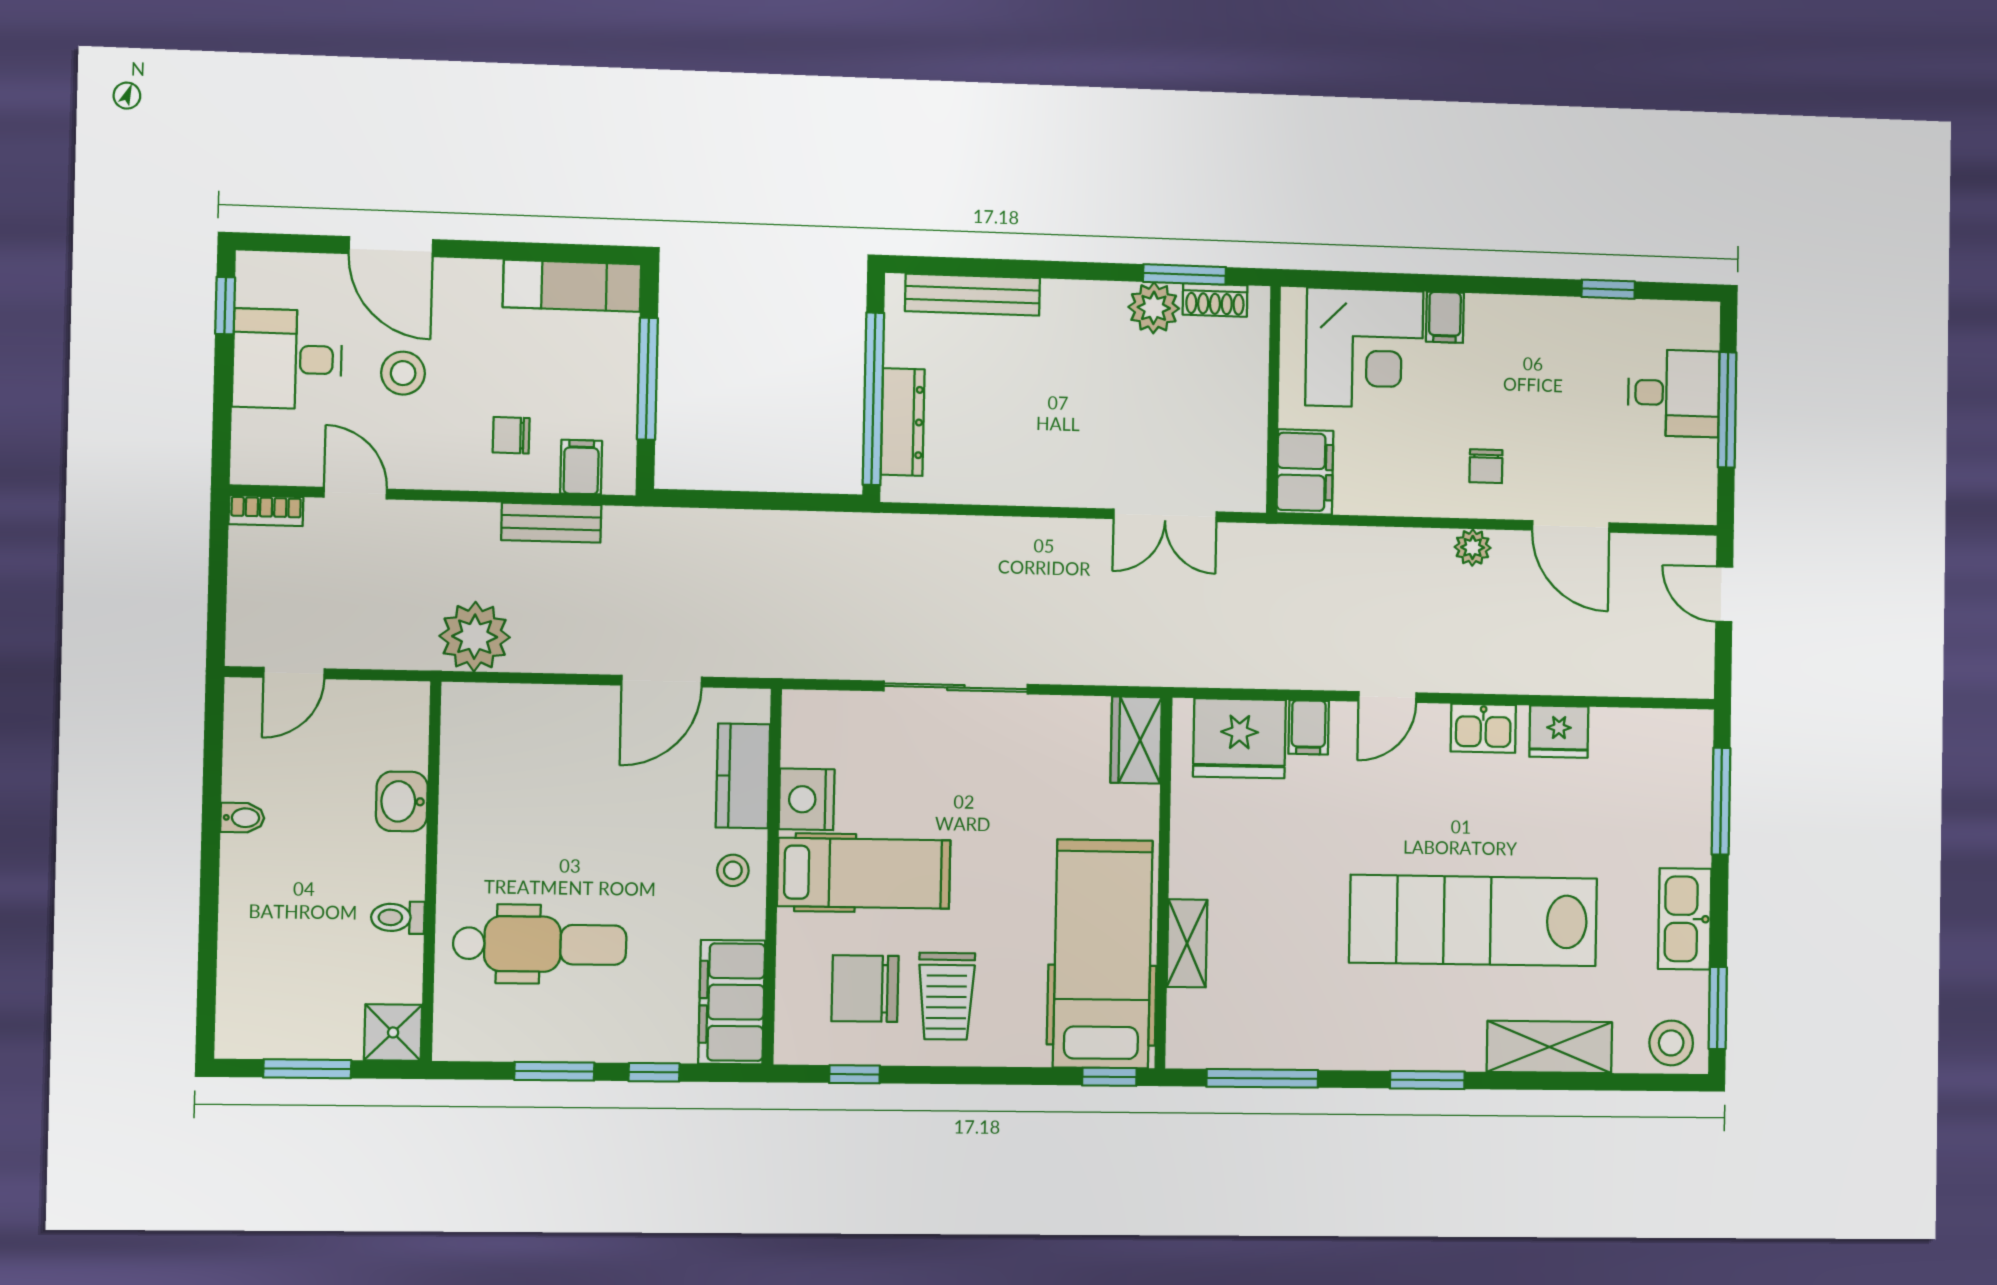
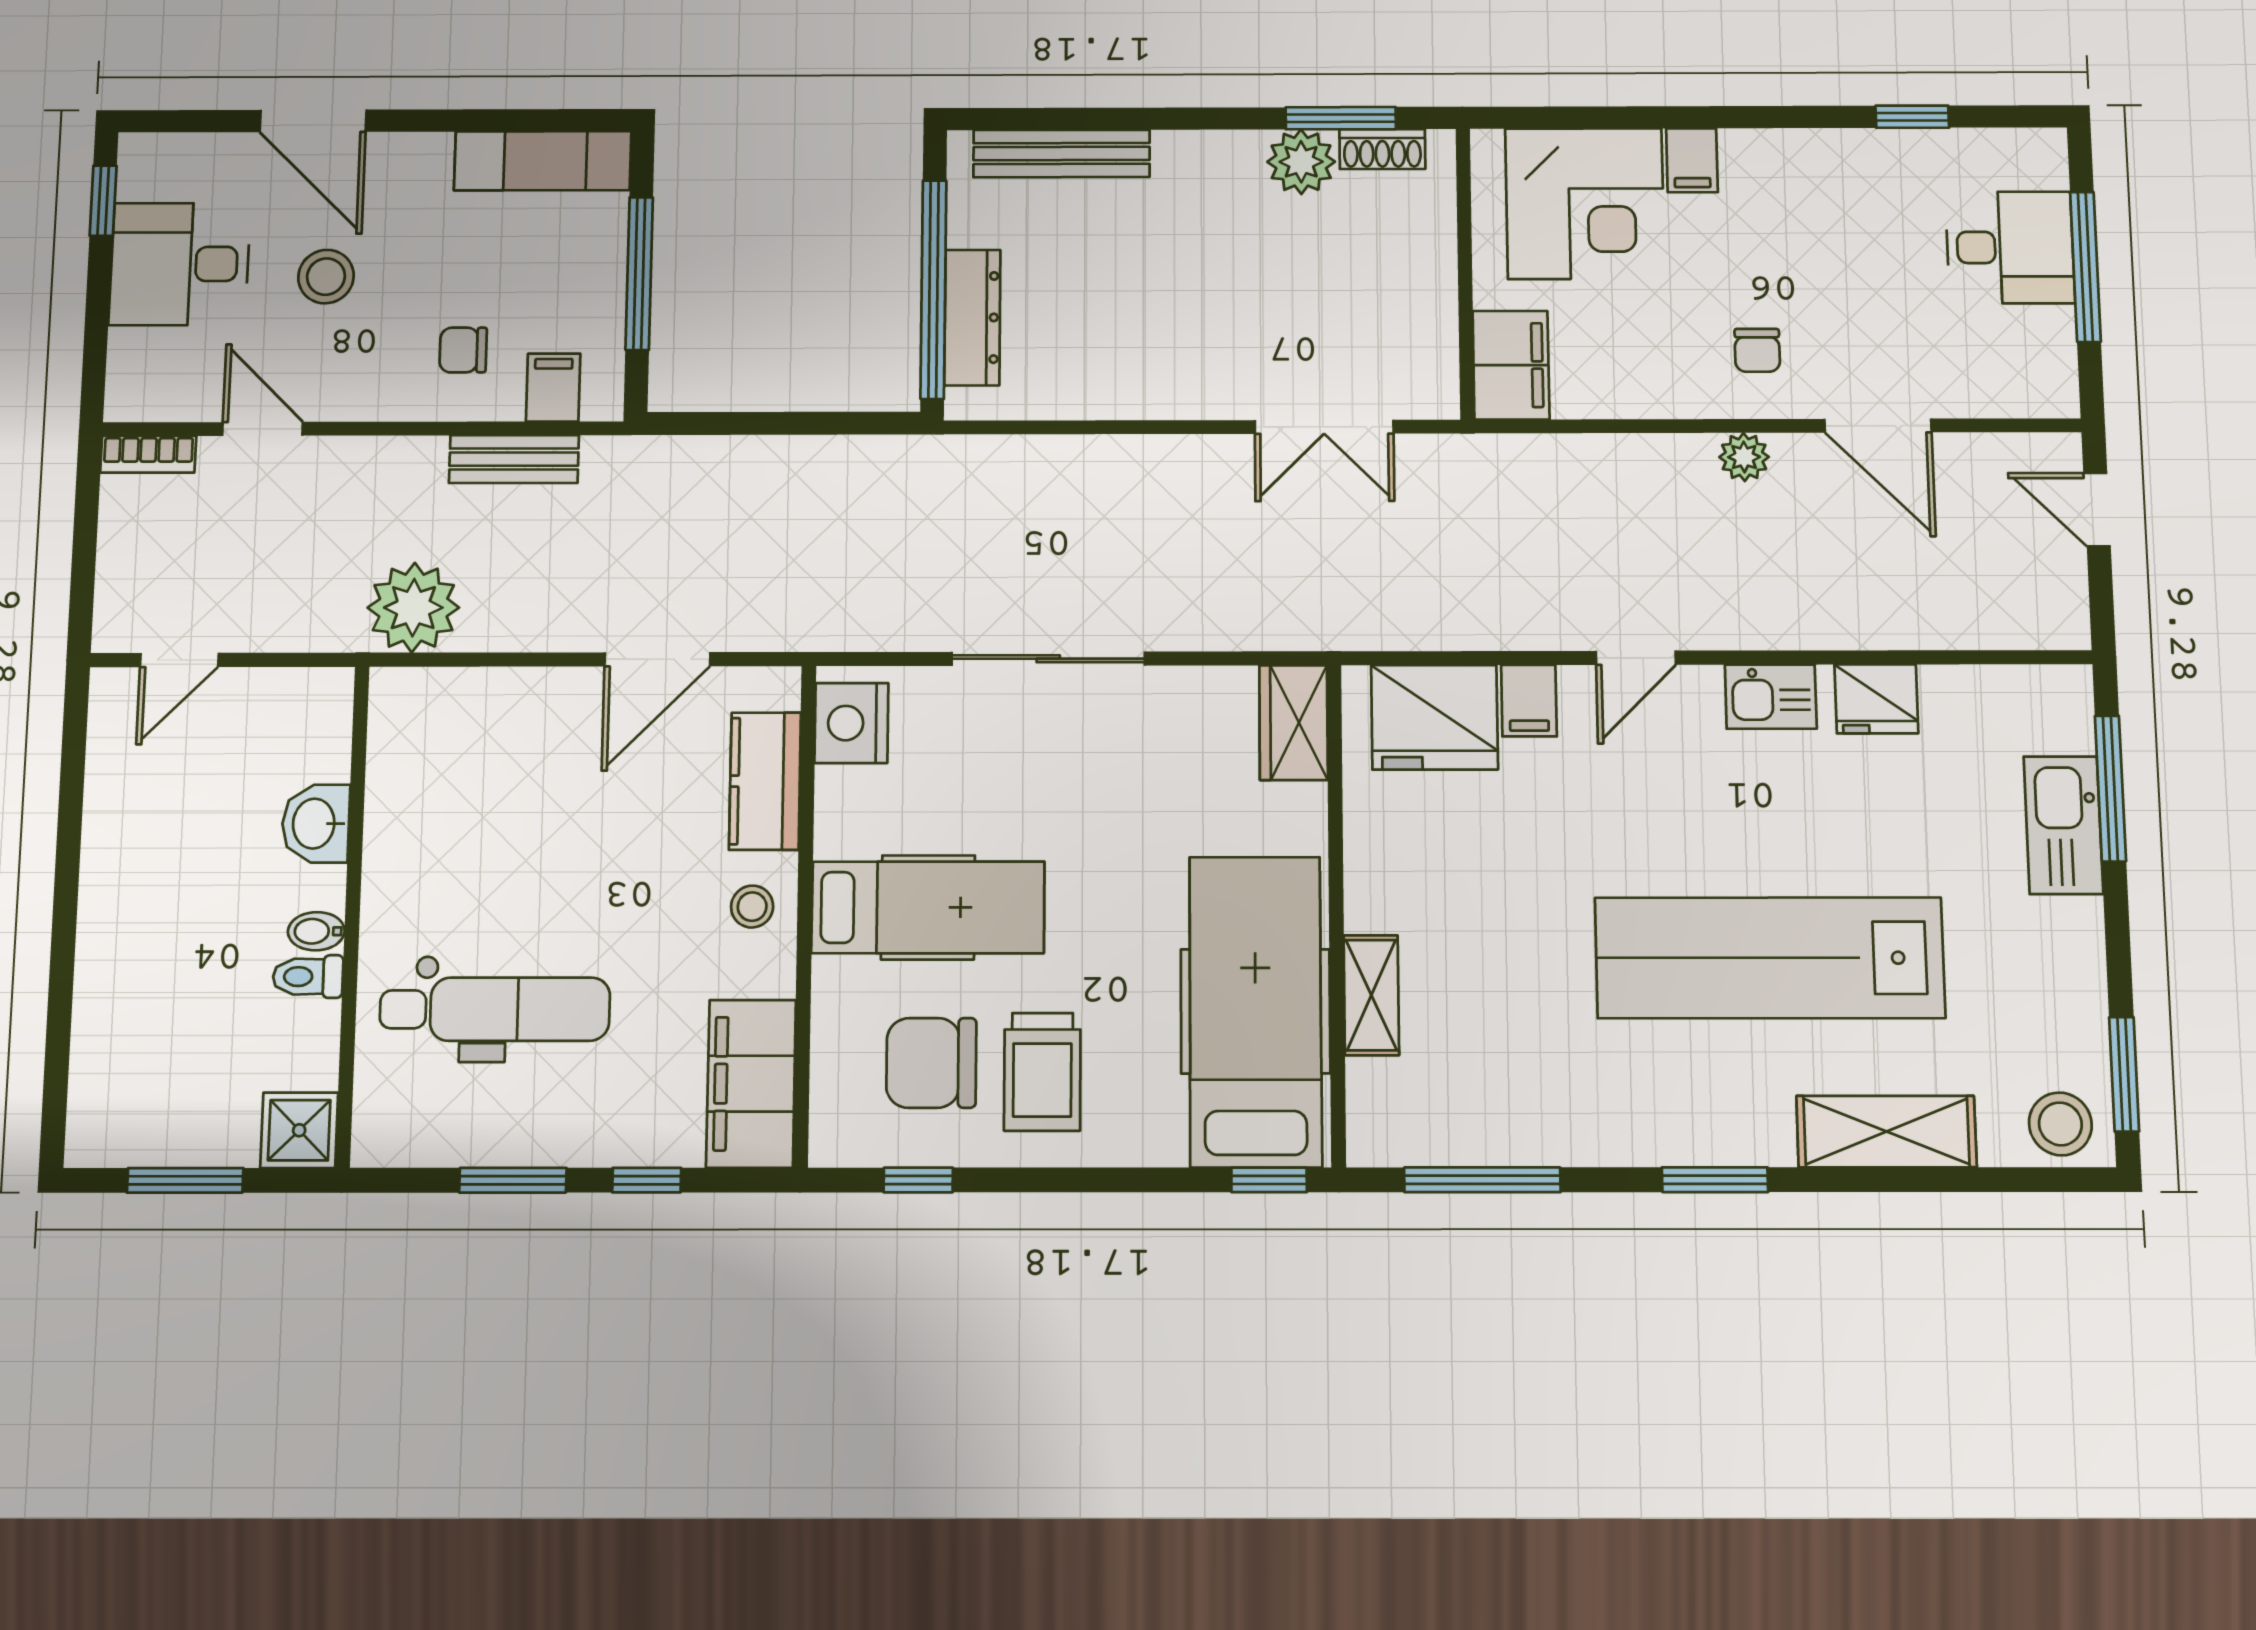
nightstand: (807, 799) -> (851, 723), moved
bidet: (242, 818) -> (316, 931), moved, turned 180
kitchen sink: (1685, 919) -> (2063, 825), moved

